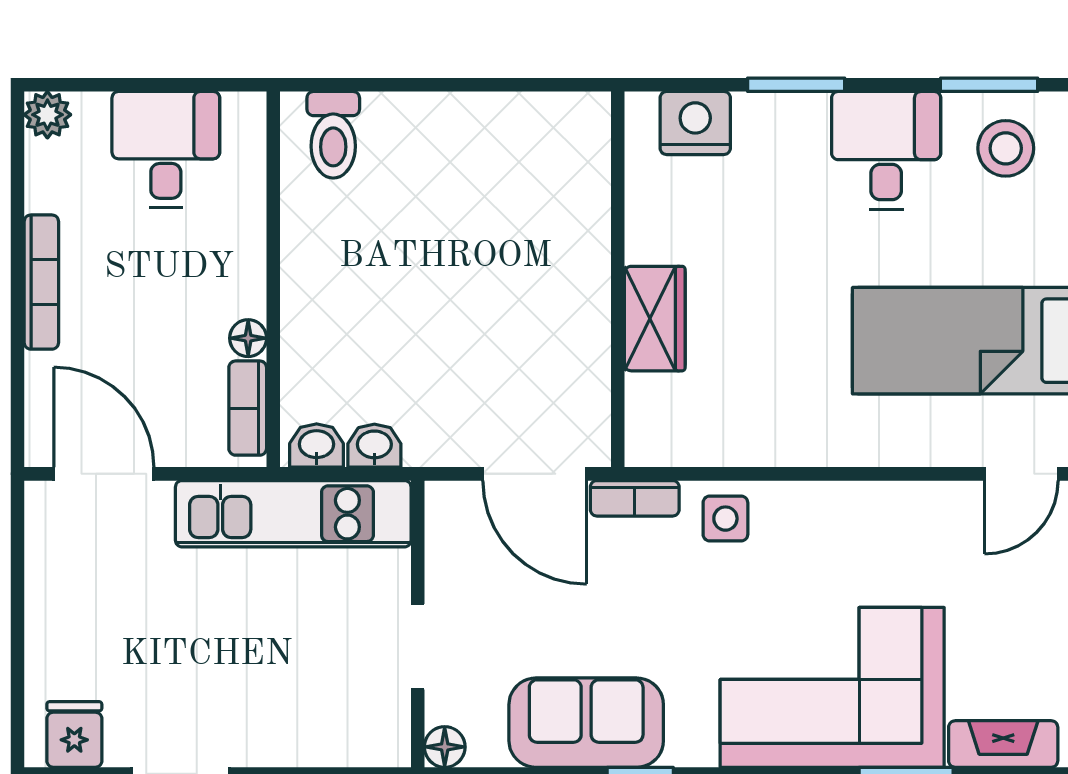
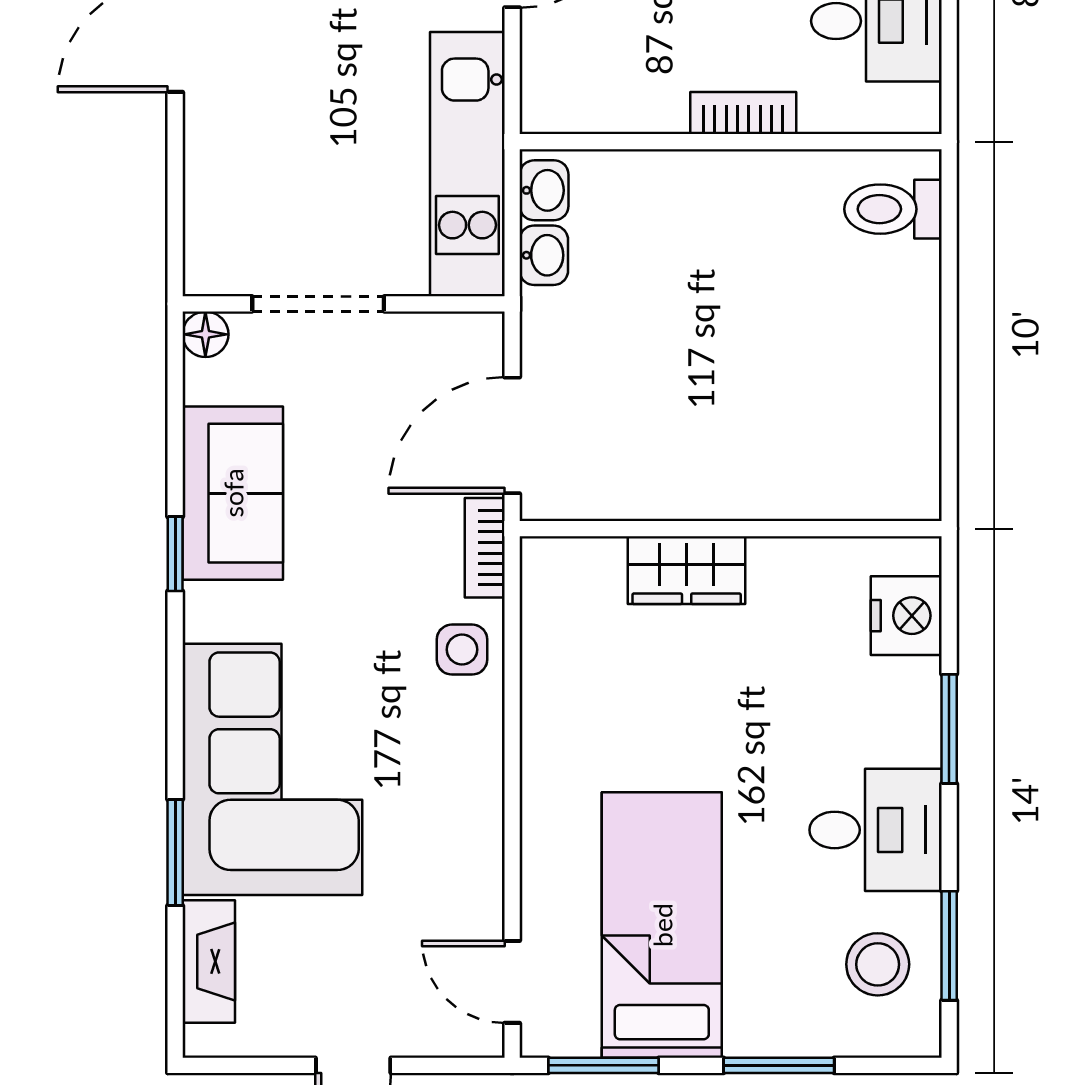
floor lamp: (248, 338) -> (665, 113), removed
bookcase: (248, 408) -> (743, 113), moved
doorway: (418, 647) -> (318, 304), width x1.38

